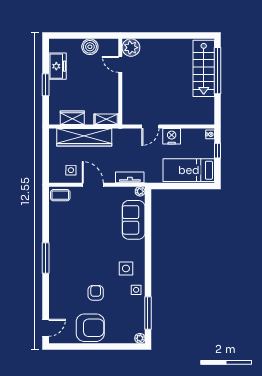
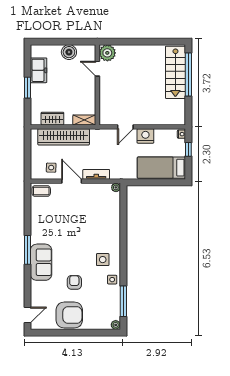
tv unit: (130, 177) -> (96, 174), moved
sofa: (134, 220) -> (41, 262), moved, turned 180

